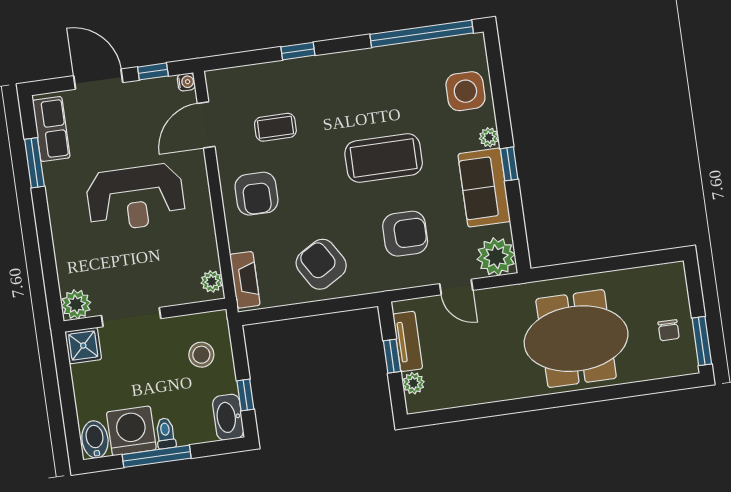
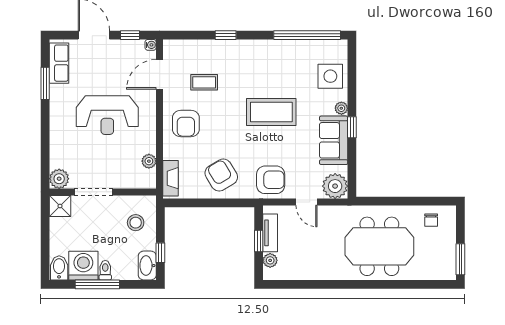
armchair: (405, 234) -> (271, 180), moved
plant: (212, 281) -> (149, 161), moved
chair: (669, 330) -> (431, 220), moved

